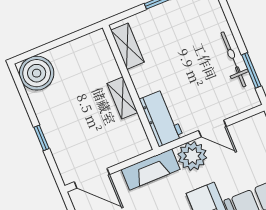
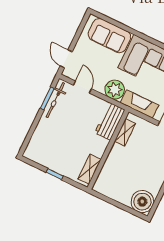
bicycle: (233, 59) -> (55, 100), moved
shelving: (122, 98) -> (125, 132), moved
door: (212, 129) -> (82, 87), moved

